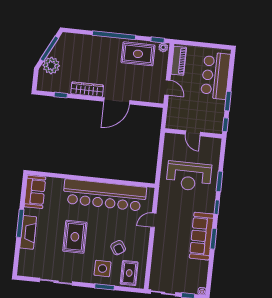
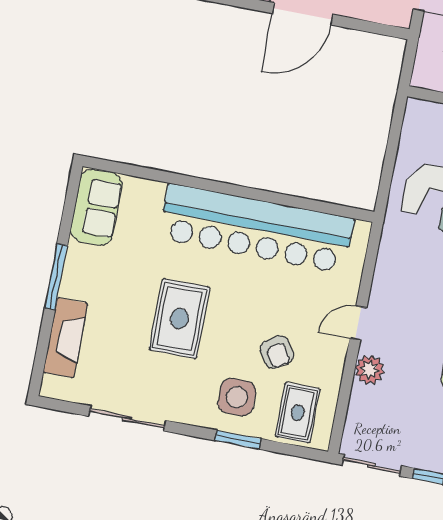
door: (153, 220) -> (358, 323), moved
fireplace: (28, 232) -> (65, 338), moved
plant: (159, 252) -> (370, 370), added

